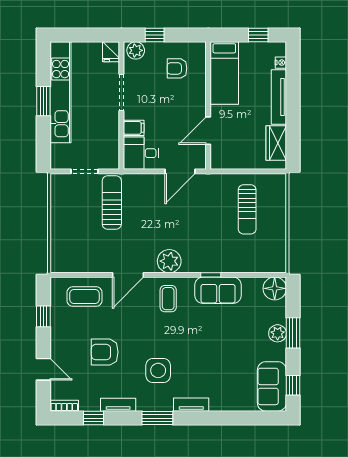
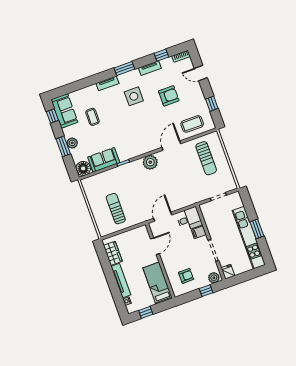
sun lounger: (112, 202) -> (206, 158), moved
sofa: (218, 290) -> (104, 160), moved
coffee table: (168, 299) -> (92, 117), moved

